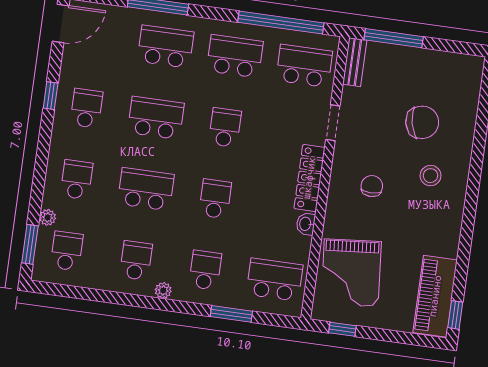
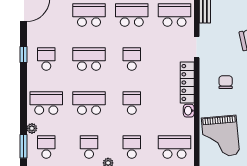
school desk: (77, 180) -> (46, 103), width x1.85

